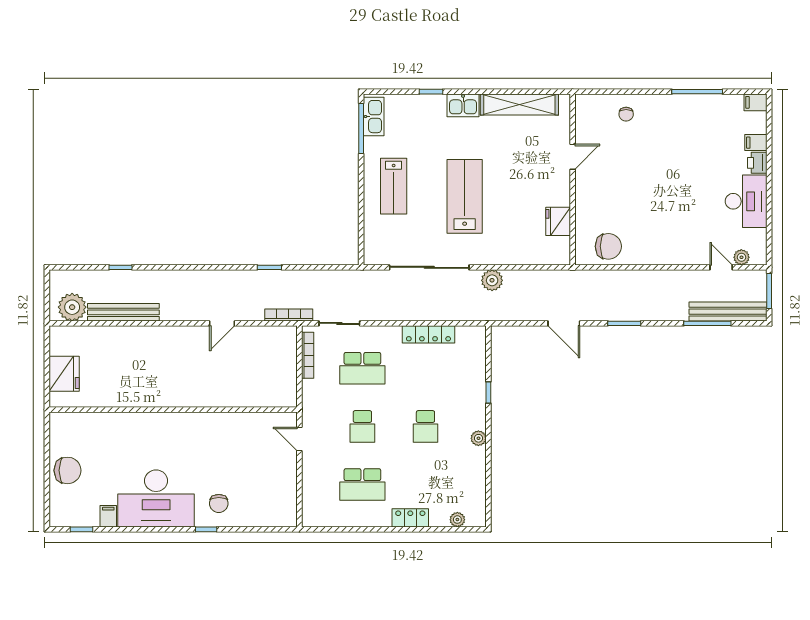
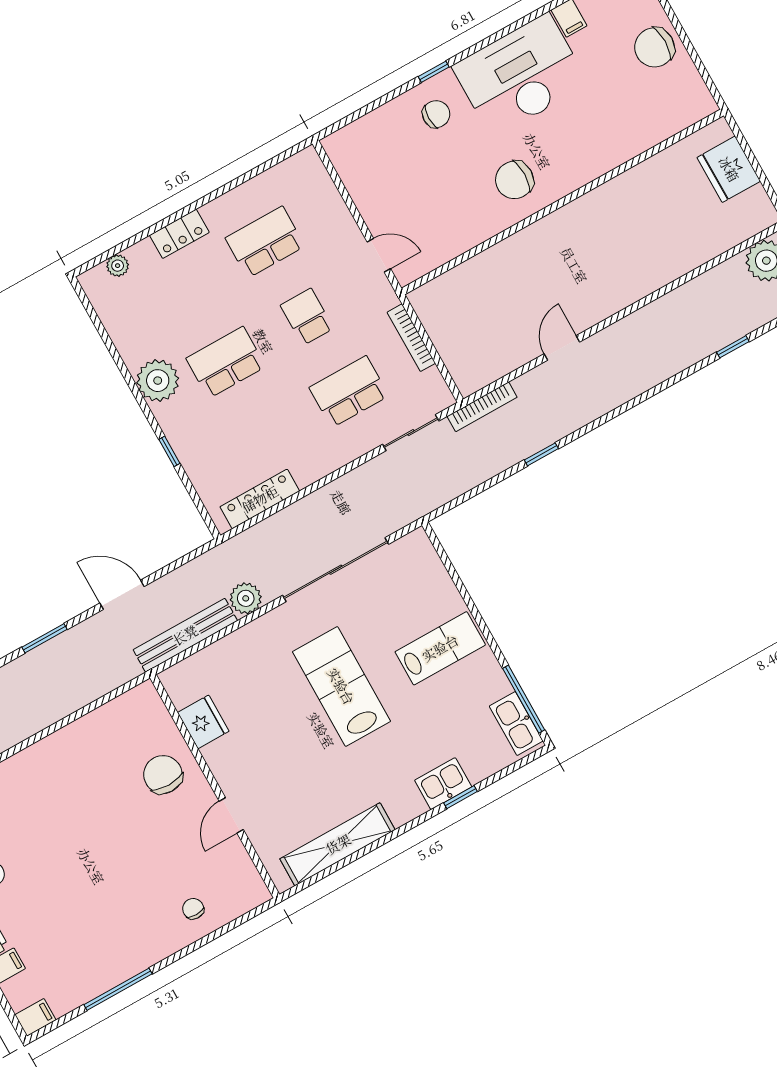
kitchen sink: (463, 105) -> (443, 784), moved
lab bench: (394, 186) -> (440, 648), turned 90
lab bench: (465, 196) -> (341, 686), turned 180
chair: (608, 246) -> (163, 775), moved, turned 90
bench: (123, 312) -> (185, 635), moved
locker: (428, 334) -> (260, 499), moved
bookcase: (308, 355) -> (411, 338), moved
school desk: (425, 426) -> (226, 362), width x1.85
plant: (478, 438) -> (158, 381), width x1.88, depth x1.88
chair: (194, 439) -> (514, 180), added
chair: (219, 503) -> (436, 114), turned 90

